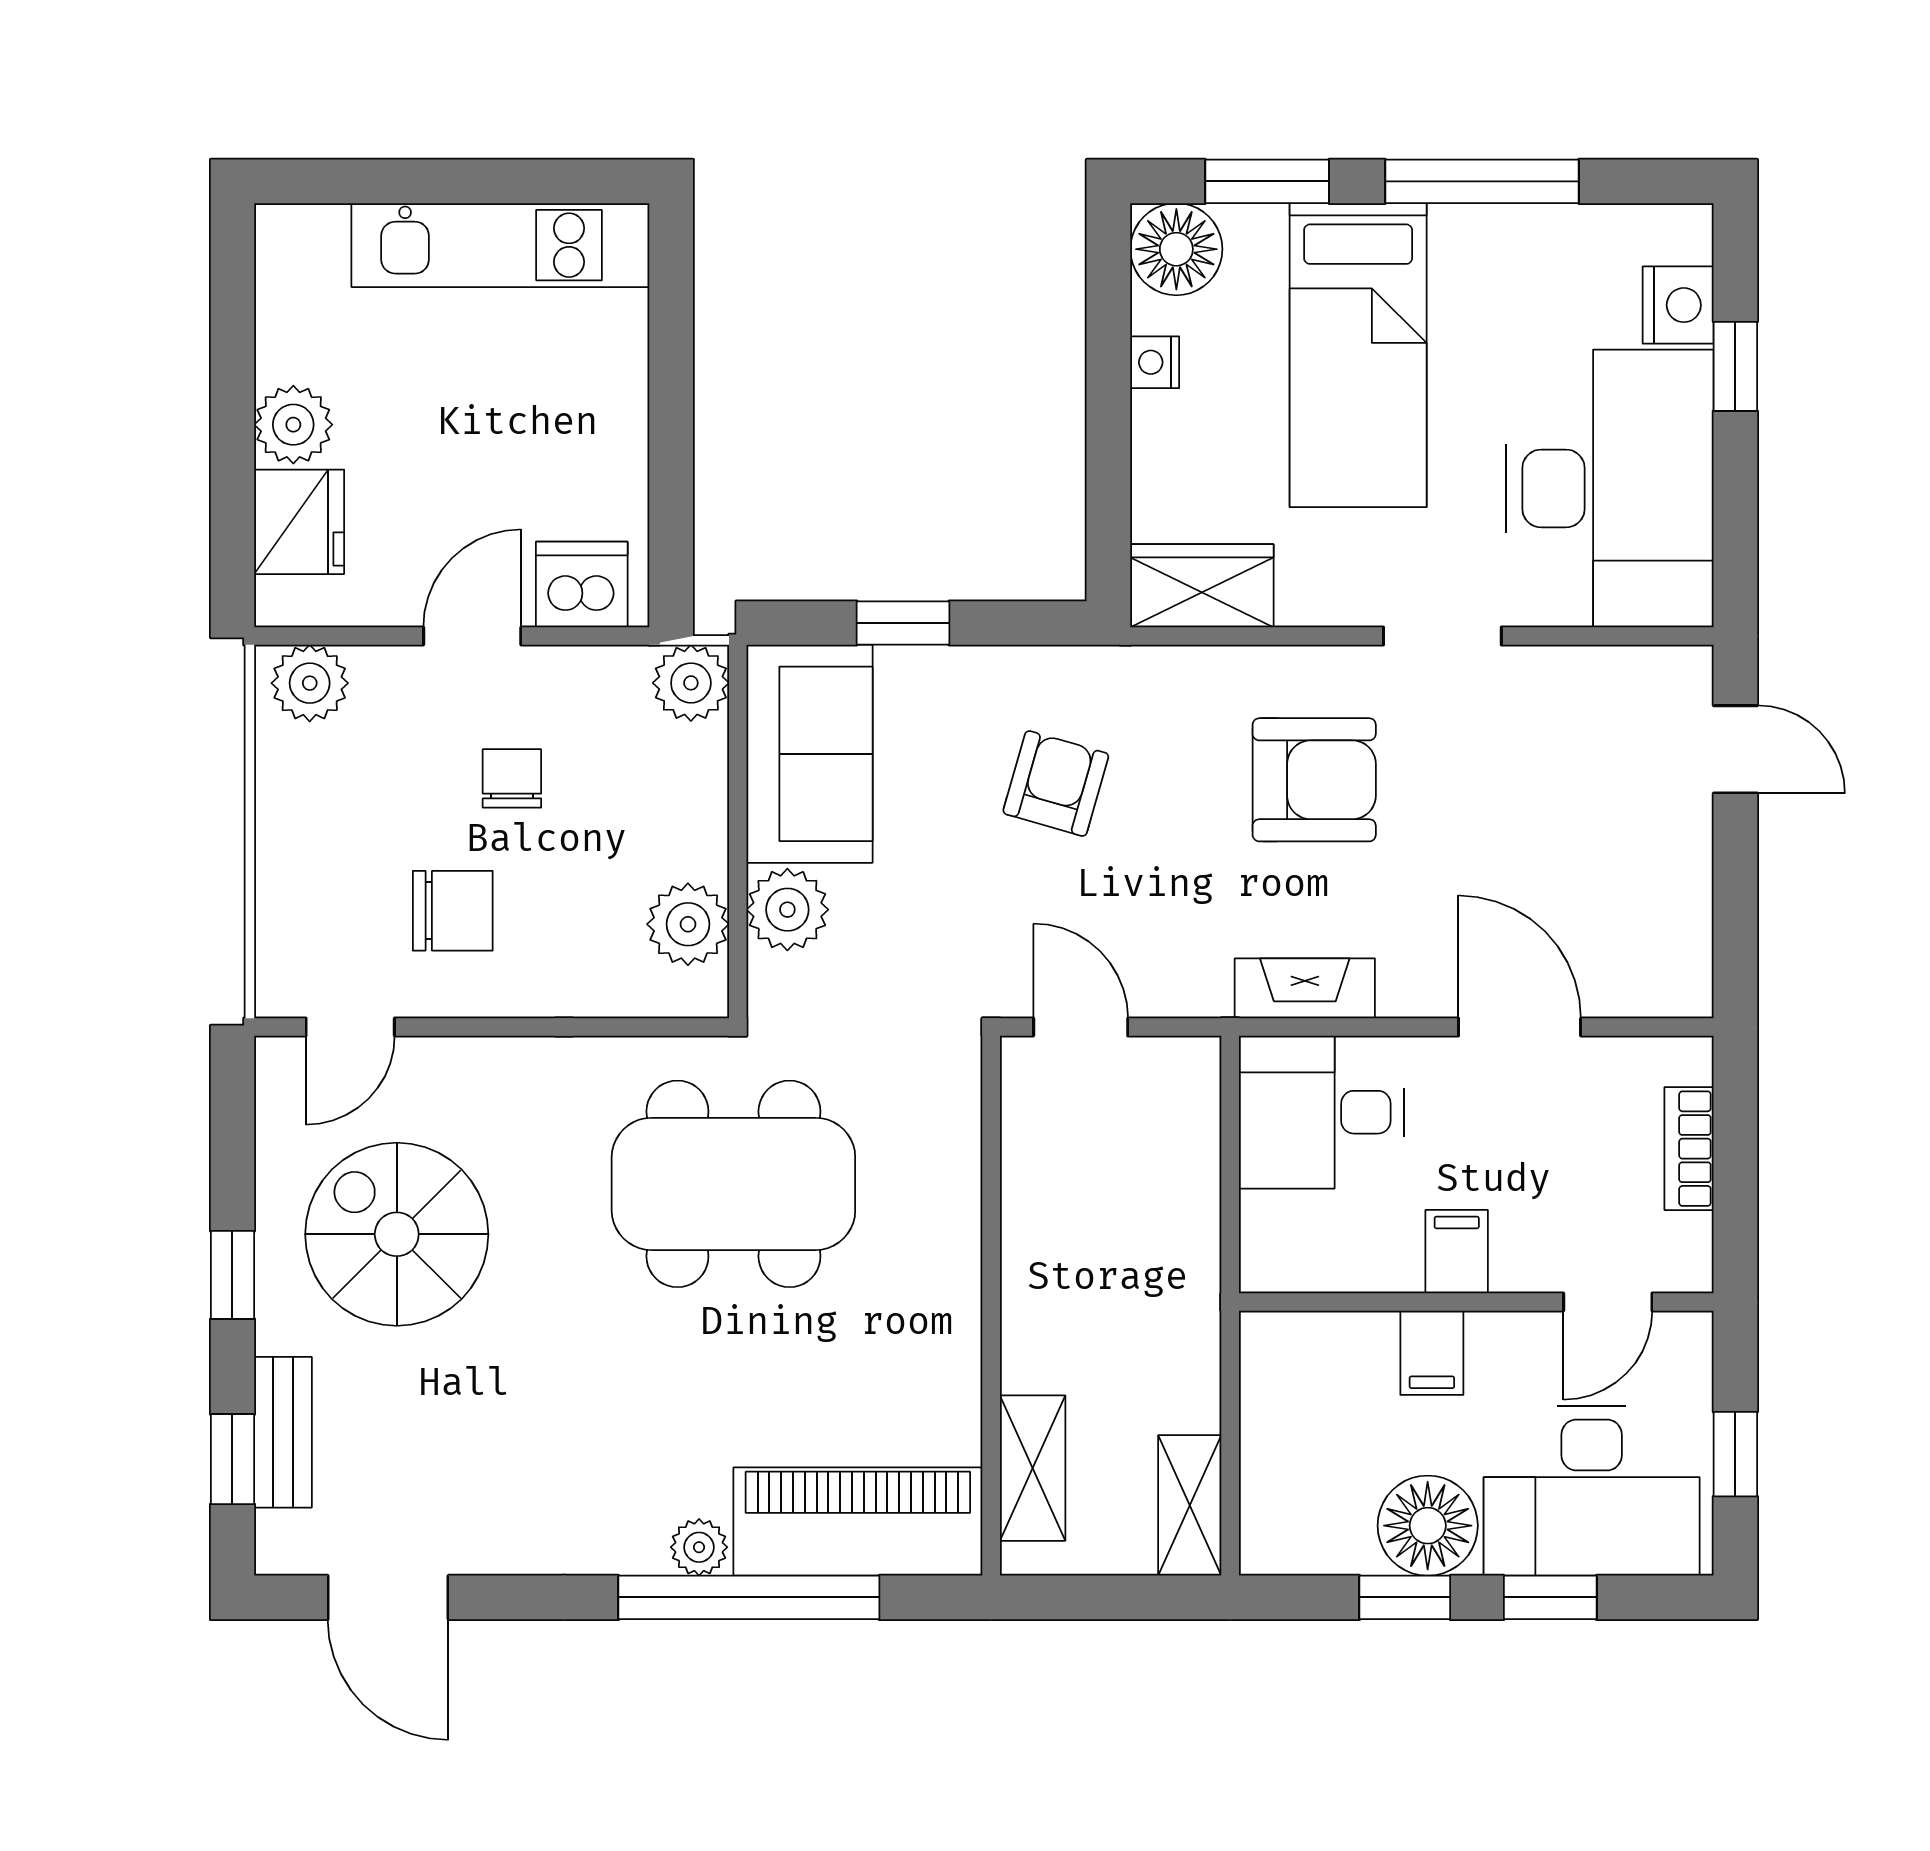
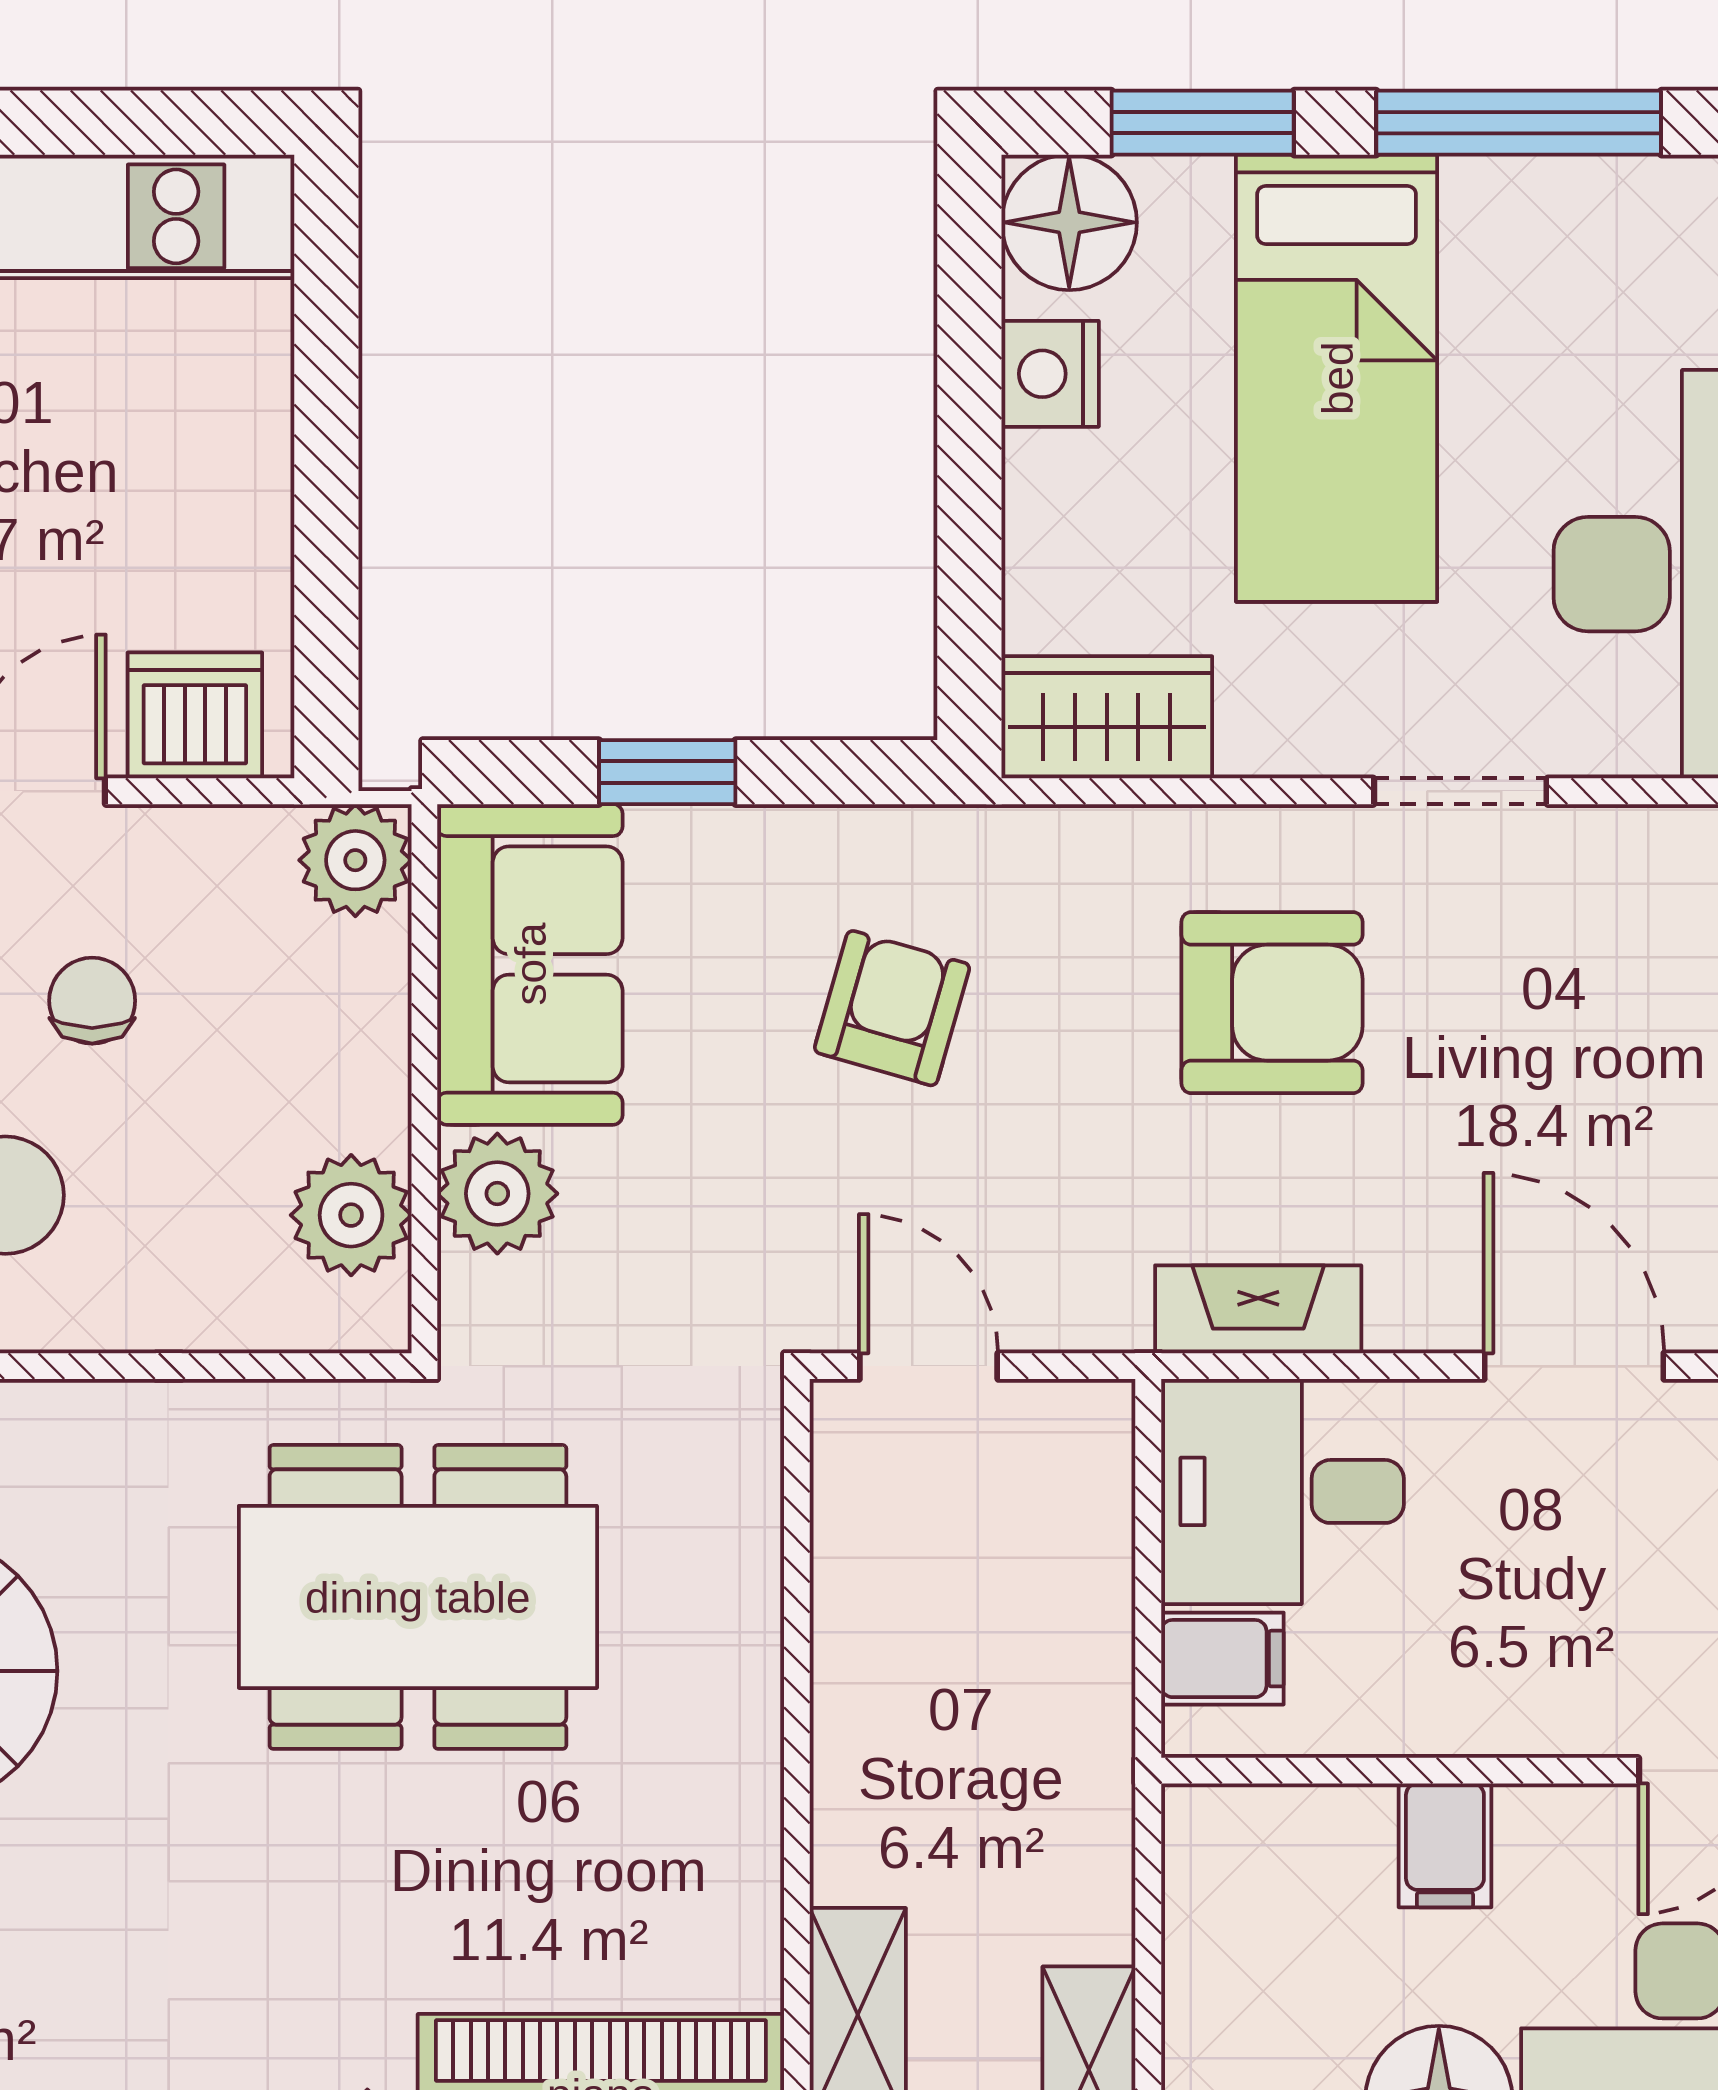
nightstand: (1155, 362) -> (1050, 374), width x1.39, depth x1.35
filing cabinet: (1457, 1252) -> (1222, 1659), moved, turned 90

